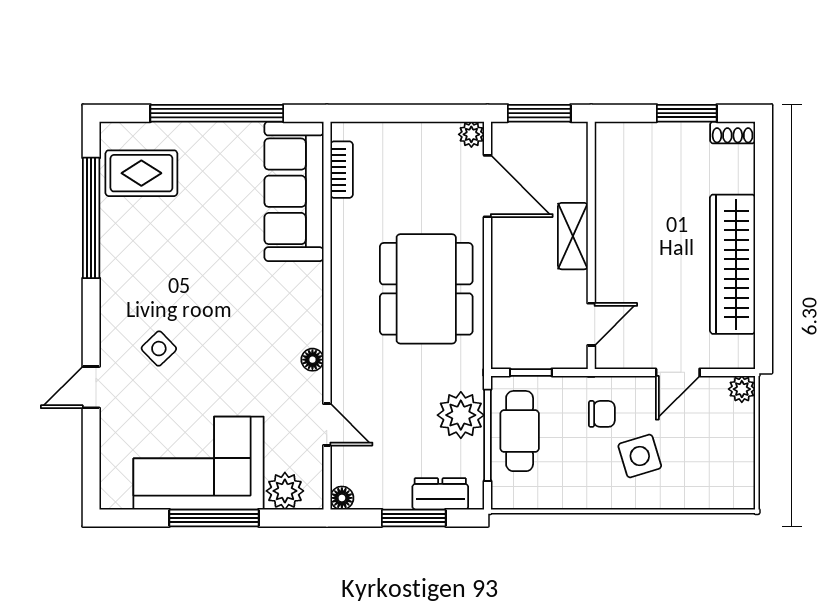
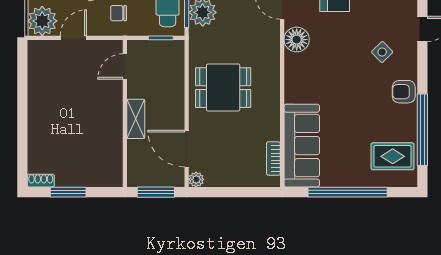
wardrobe: (733, 264) -> (41, 102), removed
armchair: (123, 282) -> (404, 92), added
dining table: (426, 289) -> (223, 88), width x0.73
floor lamp: (312, 360) -> (297, 40), width x1.89, depth x1.89
plant: (742, 389) -> (42, 21), width x1.87, depth x1.87

